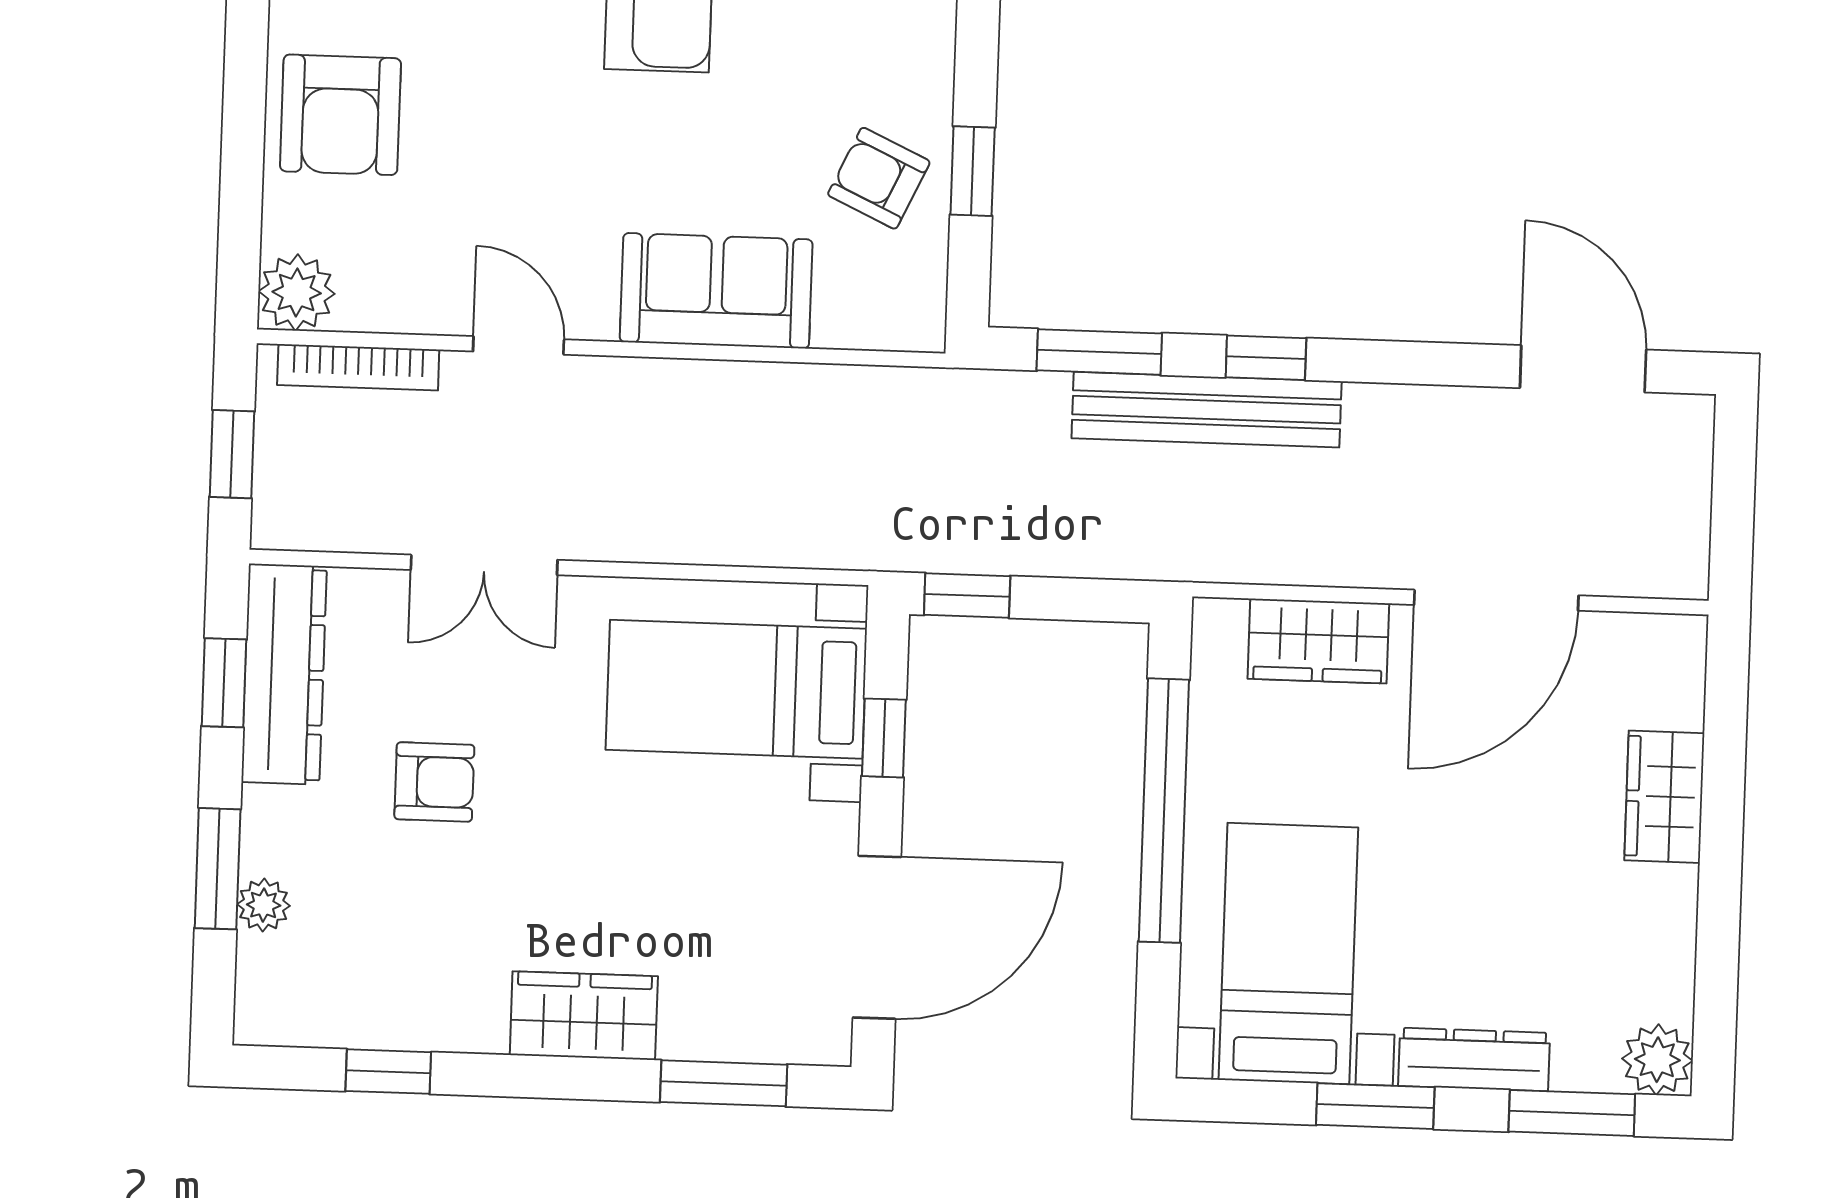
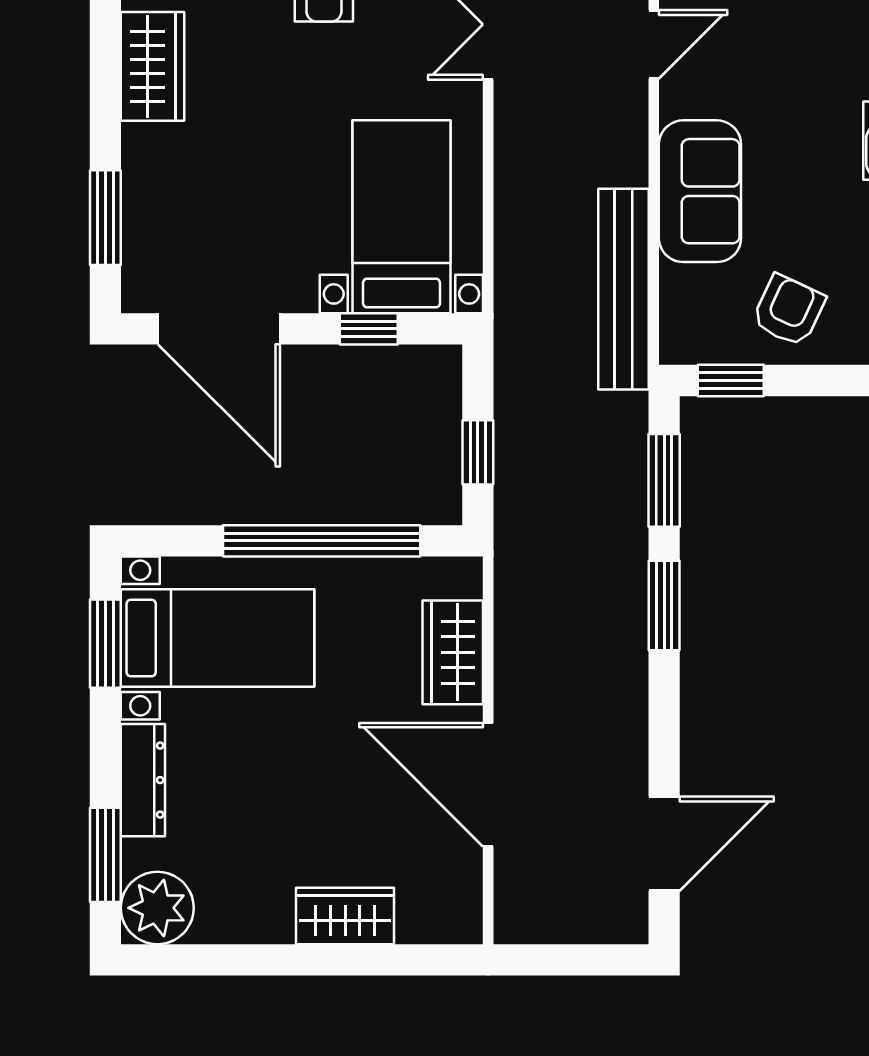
window: (973, 171) -> (731, 381), moved
window: (1266, 358) -> (664, 605), width x1.50
bench: (1207, 410) -> (623, 289), moved
window: (967, 595) -> (478, 452), moved
wardrobe: (584, 1016) -> (153, 66), moved
plant: (1657, 1060) -> (157, 908), width x1.36, depth x1.36
window: (1375, 1106) -> (105, 644), moved

